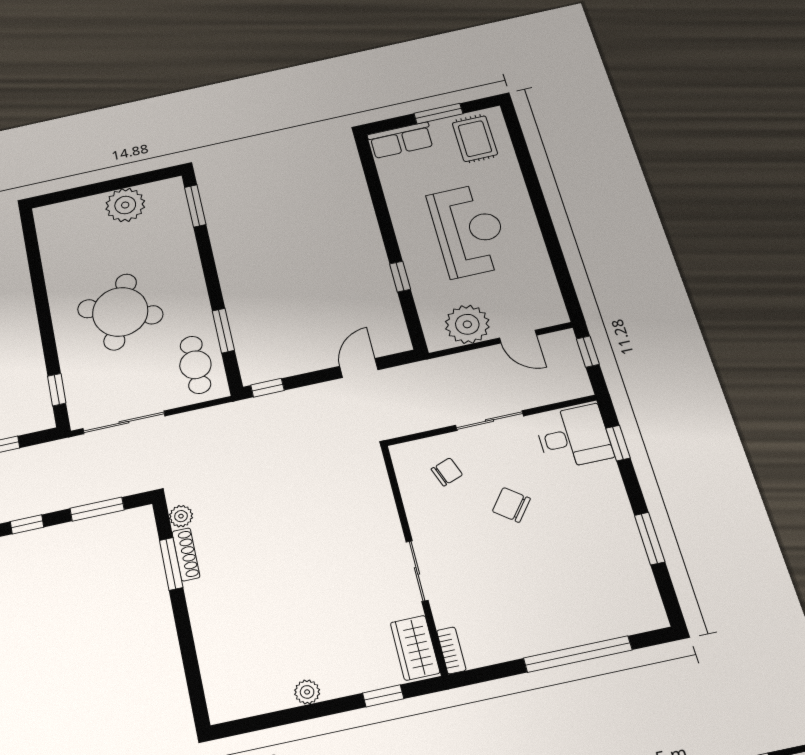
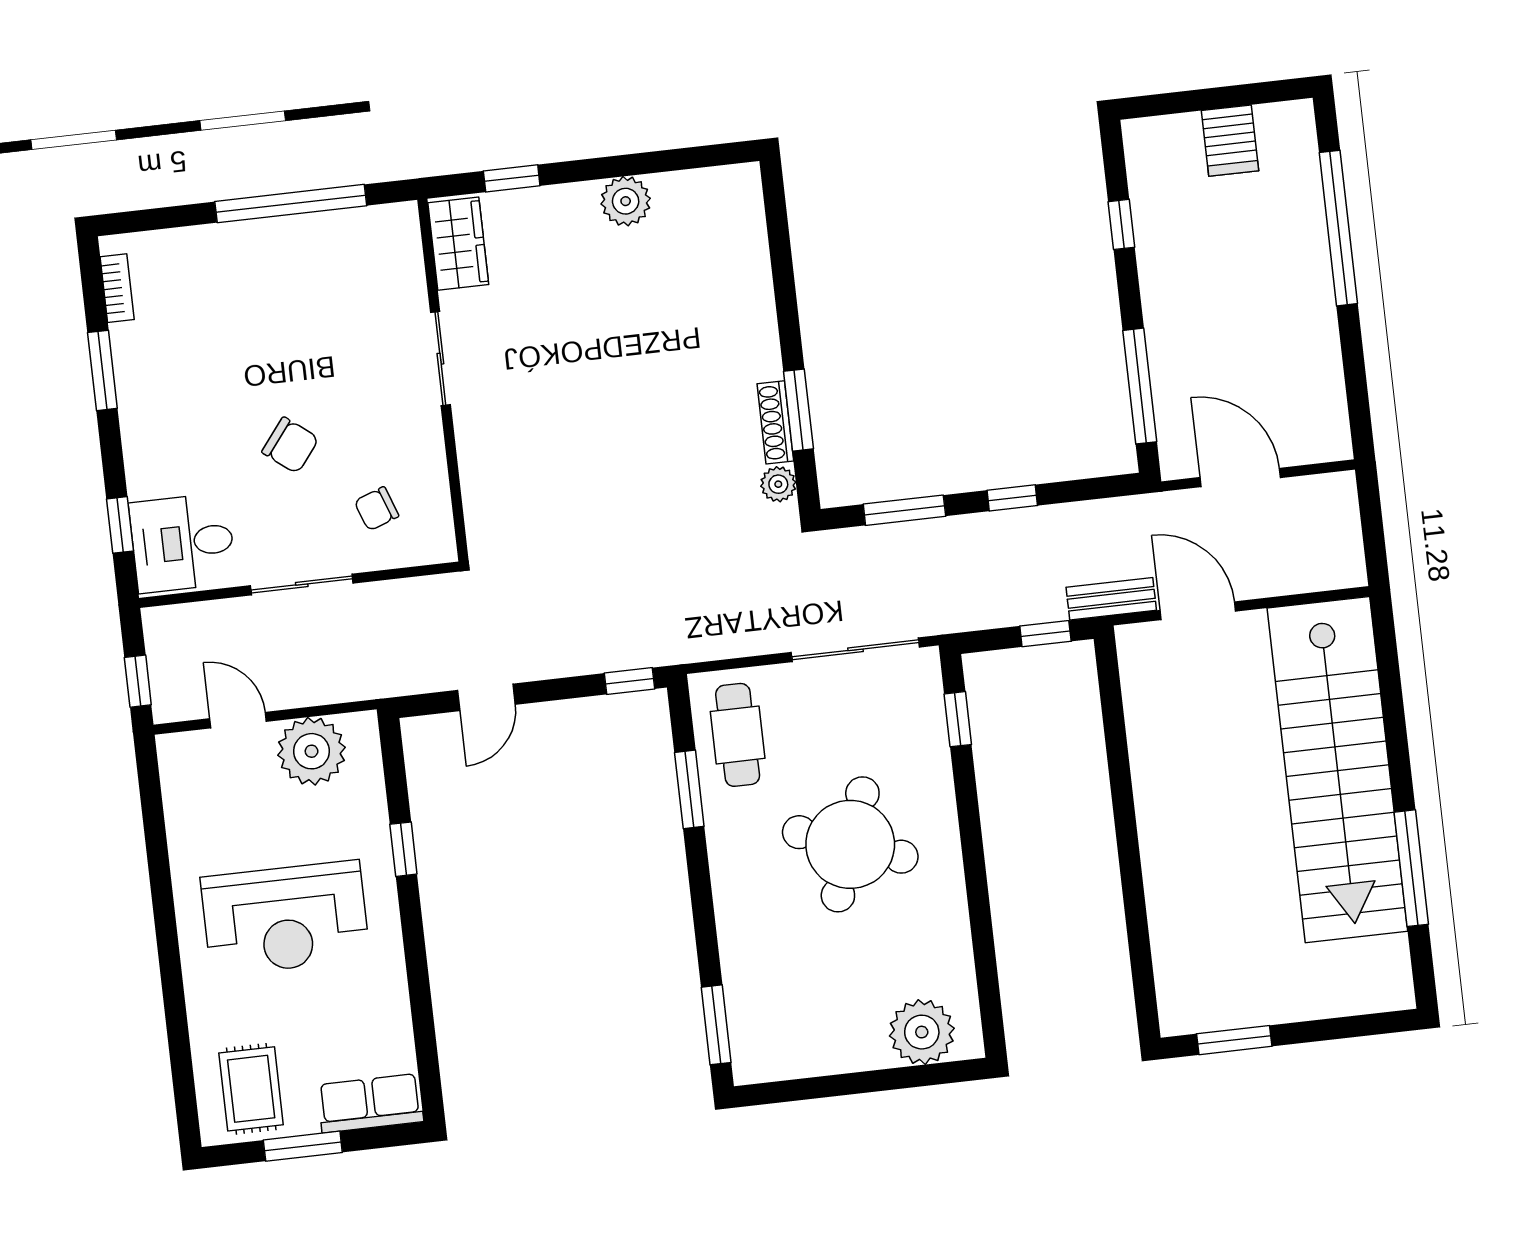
plant: (125, 205) -> (922, 1032), moved
reception desk: (469, 230) -> (285, 918), turned -90
bookcase: (451, 650) -> (117, 288), moved, turned 180
window: (578, 654) -> (291, 204), moved
plant: (307, 692) -> (626, 201), width x1.38, depth x1.38

